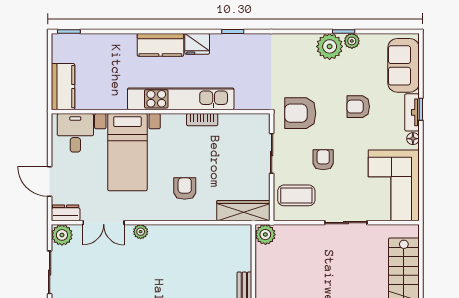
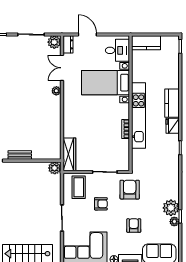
door: (50, 181) -> (87, 34), hinge flipped
armchair: (185, 189) -> (83, 118), removed

